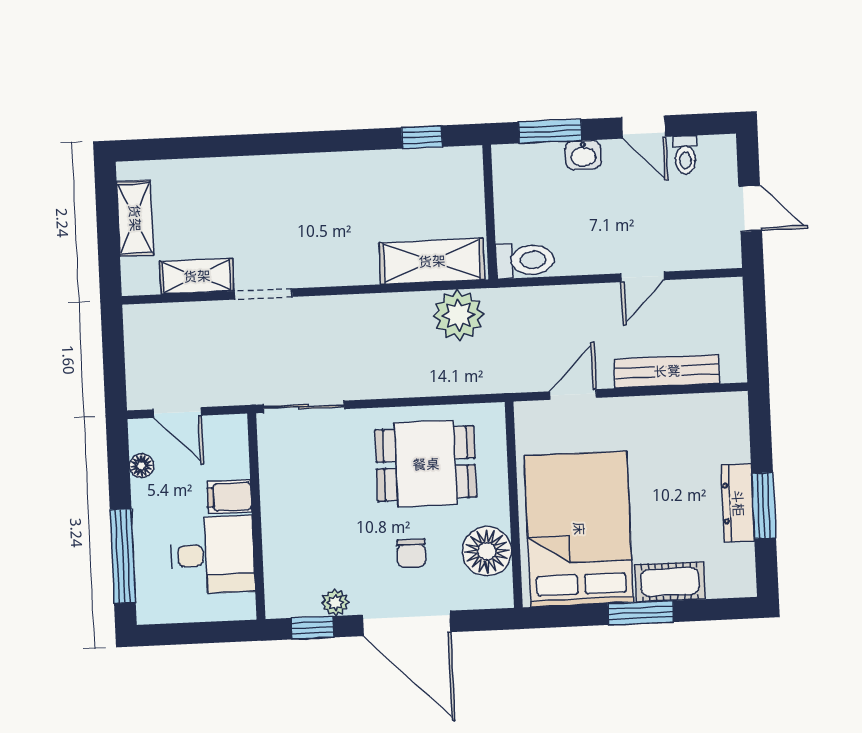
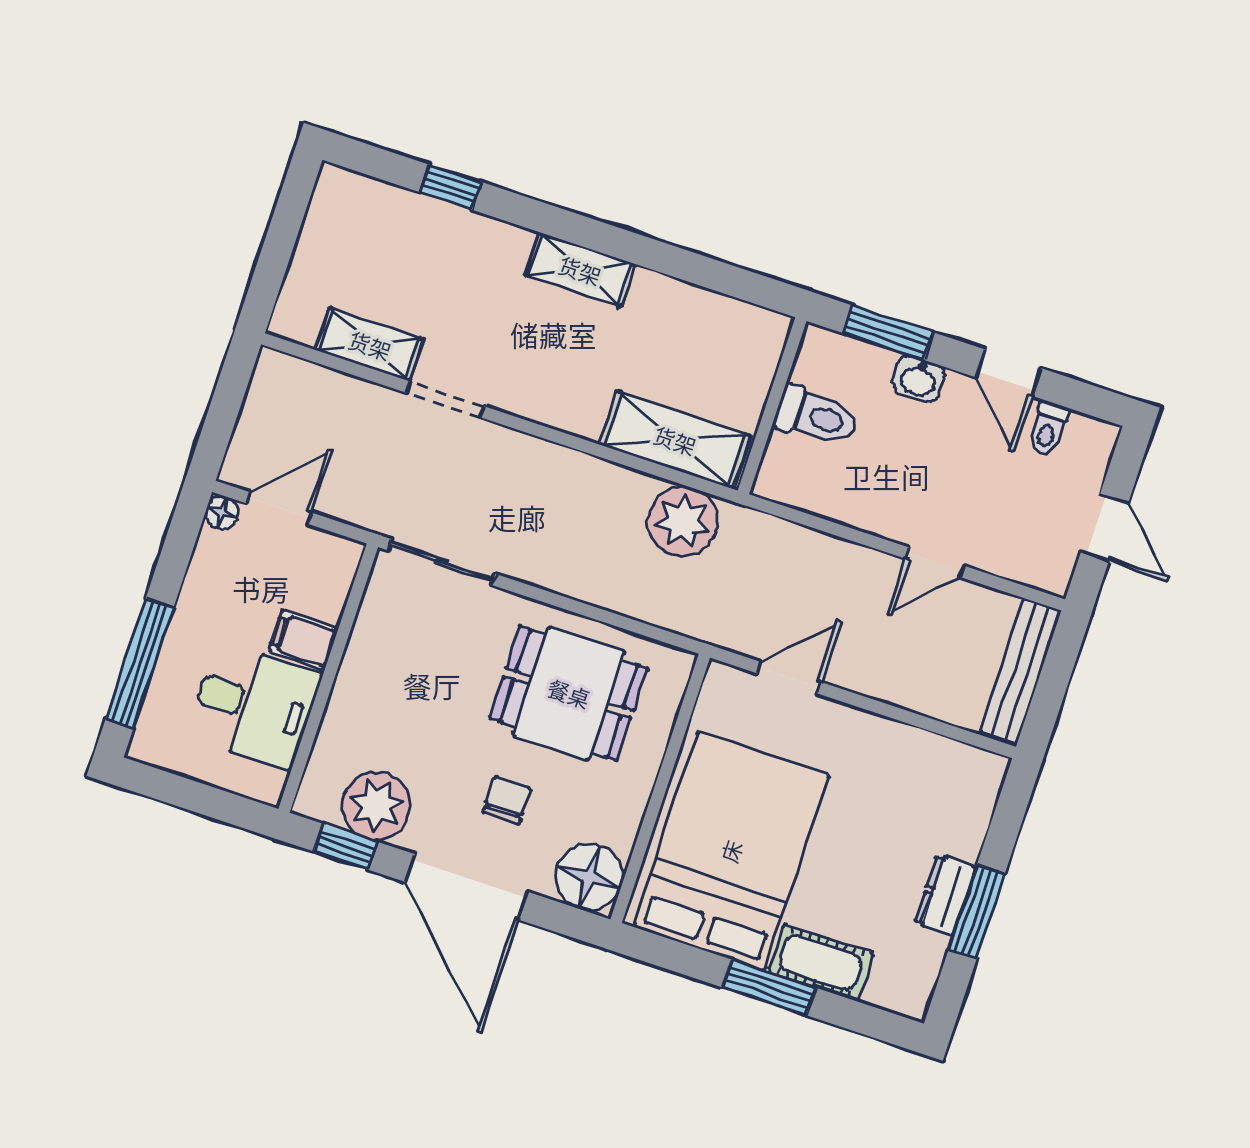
window: (422, 137) -> (451, 187), moved
shelving: (135, 218) -> (580, 270), moved, turned 90
toilet: (525, 260) -> (816, 416), moved
bench: (667, 371) -> (1020, 671), moved, turned 90
door: (178, 412) -> (279, 508), swing flipped
floor lamp: (141, 466) -> (222, 512), moved
dresser: (738, 503) -> (945, 895), width x0.70
floor lamp: (487, 551) -> (589, 877), moved
chair: (411, 553) -> (507, 800), turned 180
plant: (335, 603) -> (376, 806), width x1.87, depth x1.87

